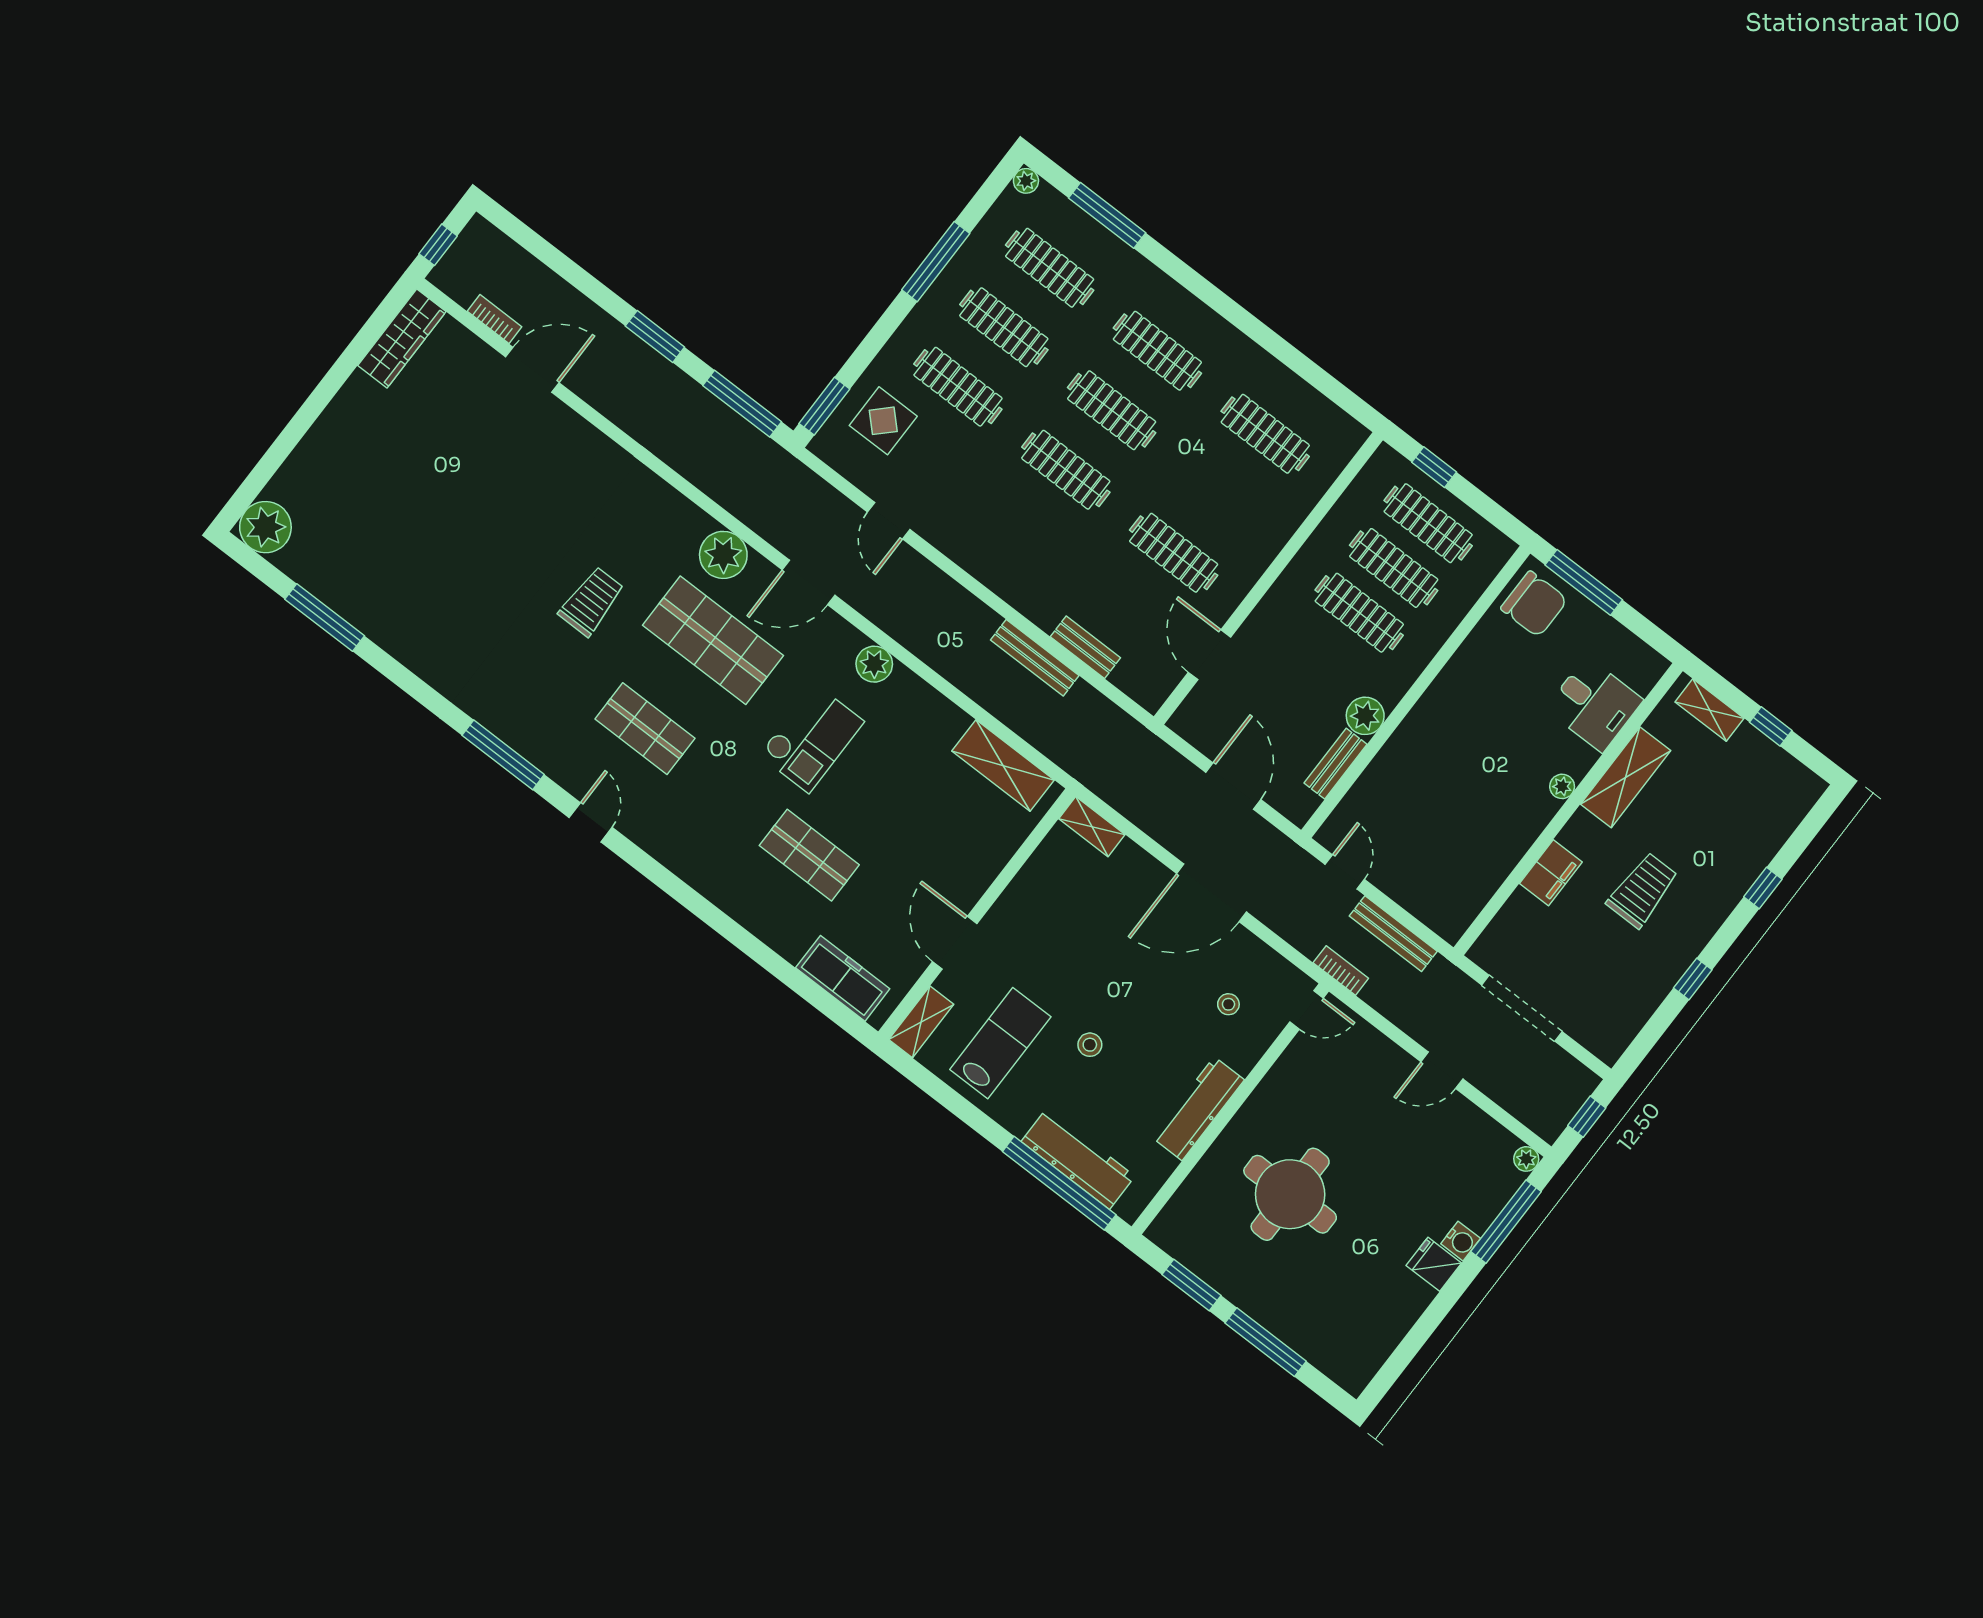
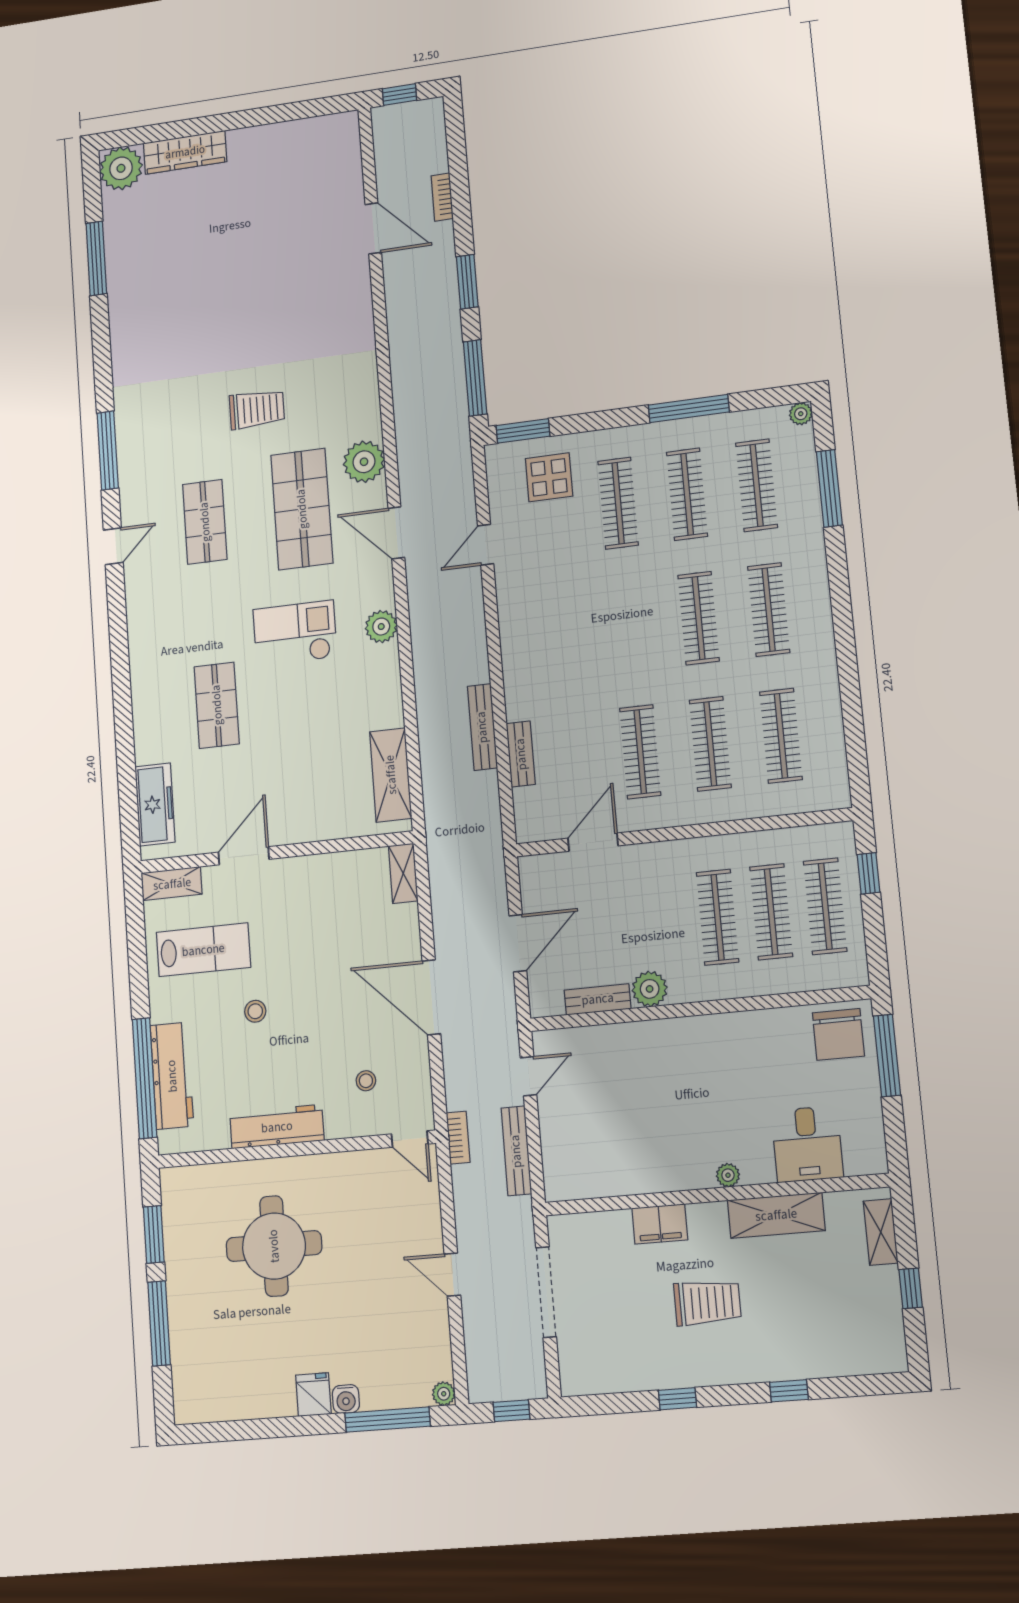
bookcase: (494, 319) -> (442, 197), moved, turned 180
wardrobe: (402, 338) -> (185, 152), moved
clothes rail: (1066, 470) -> (710, 744), moved
checkout: (812, 738) -> (295, 633), turned 180

